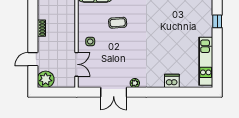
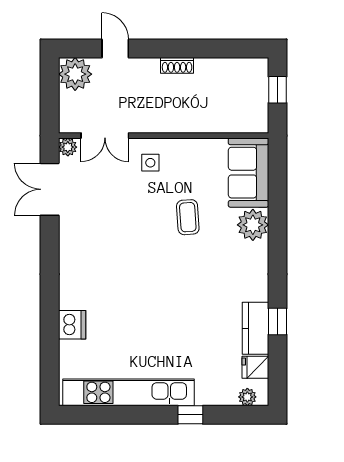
kitchen unit: (206, 61) -> (129, 392), width x1.36
plant: (135, 83) -> (68, 147), moved
double door: (114, 92) -> (50, 189), moved

